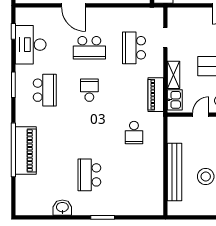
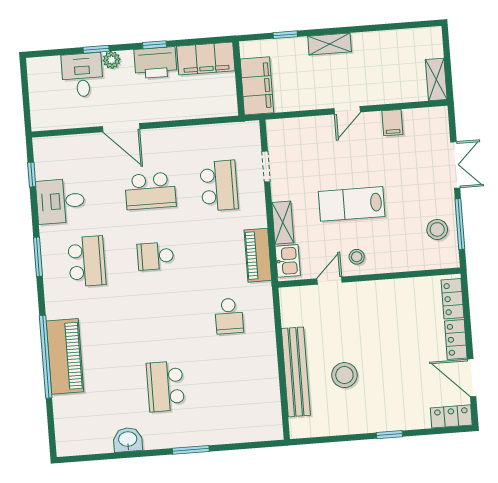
desk: (31, 45) -> (60, 201), width x0.73
school desk: (134, 48) -> (219, 186), turned 180
school desk: (89, 90) -> (155, 256), turned -90

